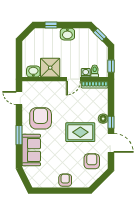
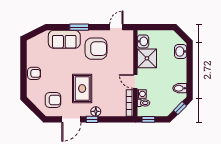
window: (51, 25) -> (190, 59), removed
washbasin: (67, 34) -> (181, 51), moved
bidet: (80, 35) -> (180, 88), added

